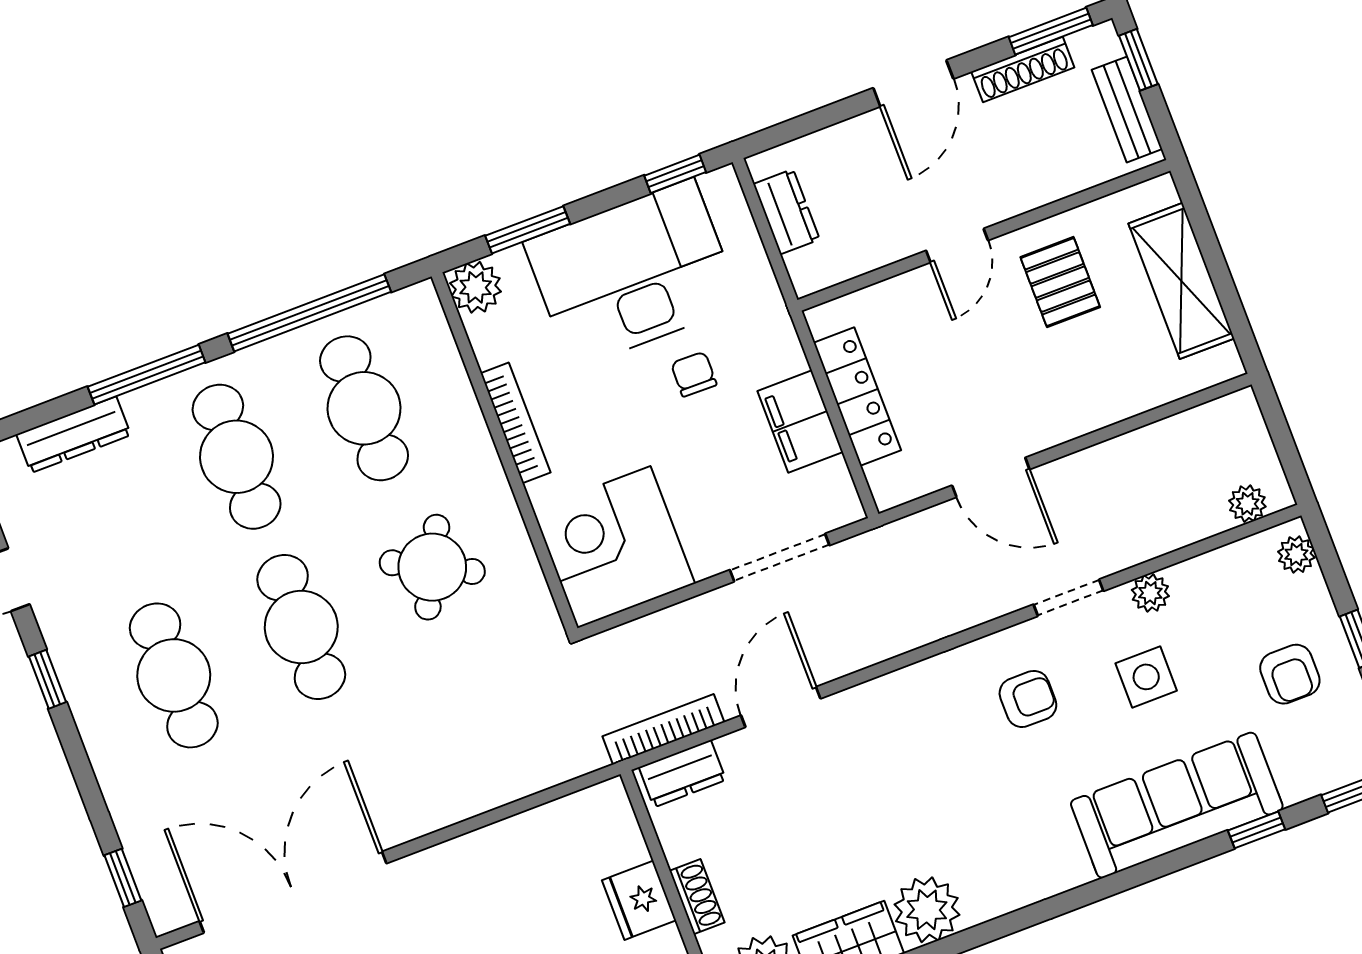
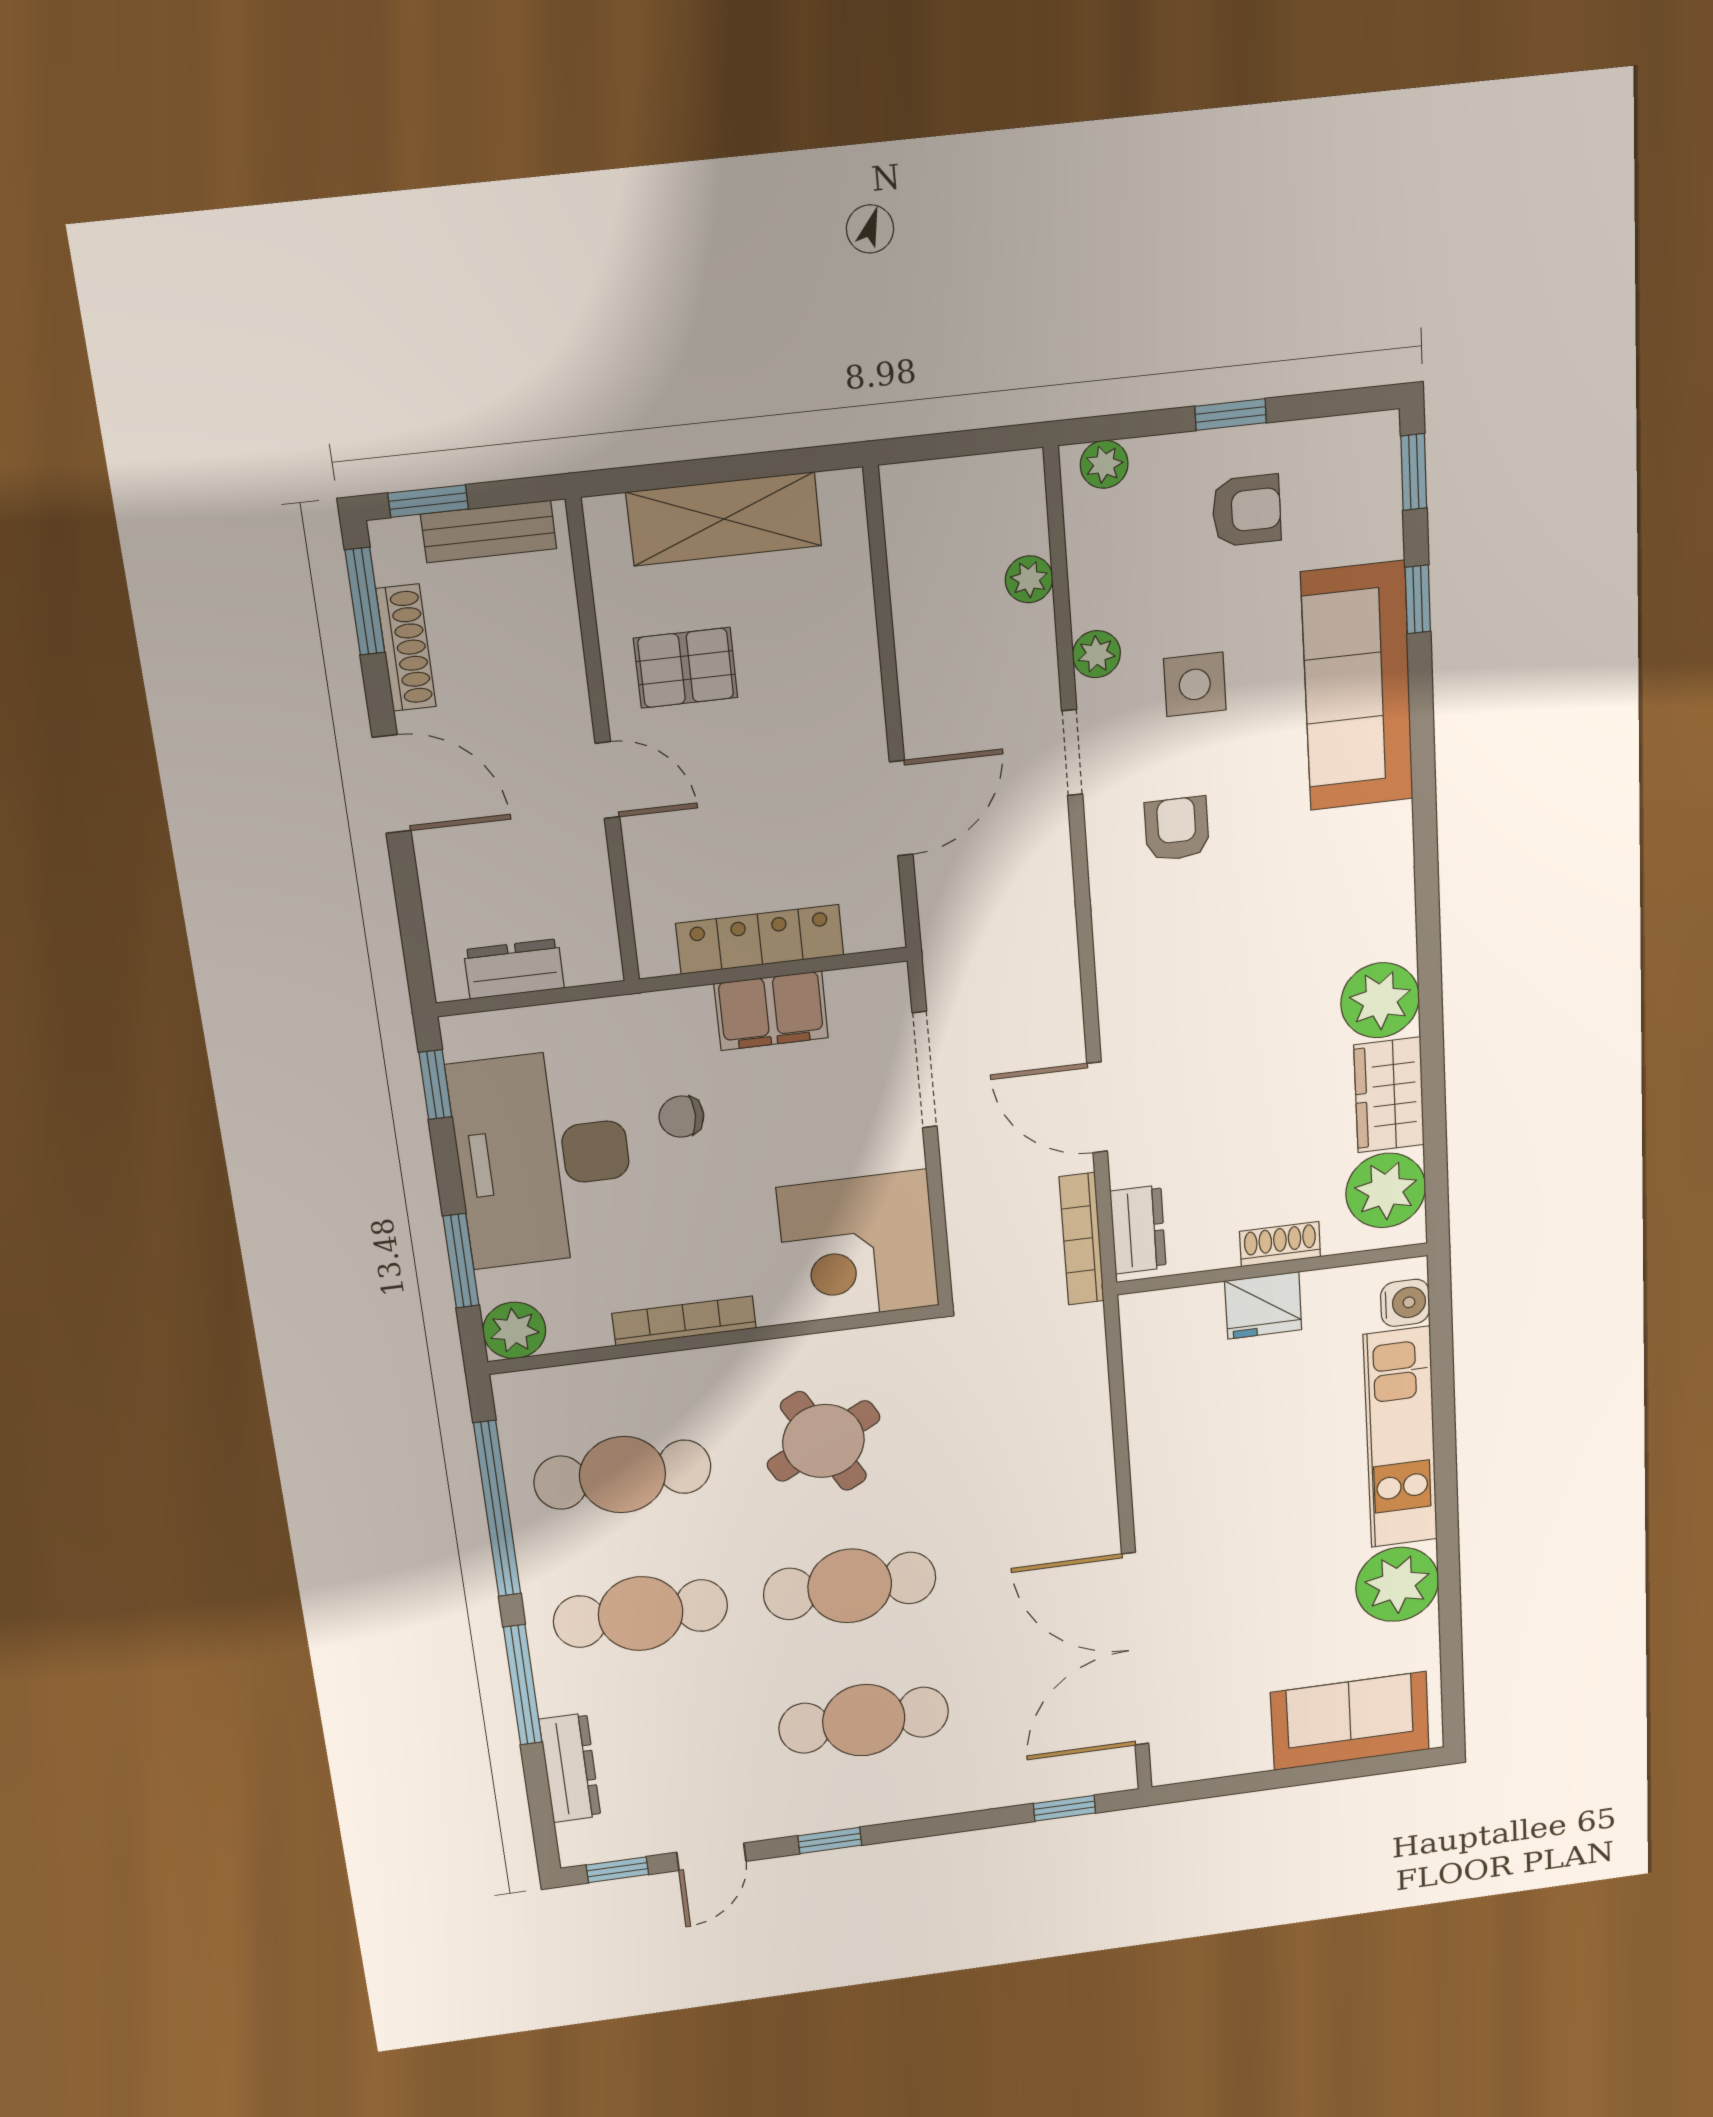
plant: (1247, 504) -> (1029, 579), moved
round table: (432, 567) -> (823, 1441), turned 35

